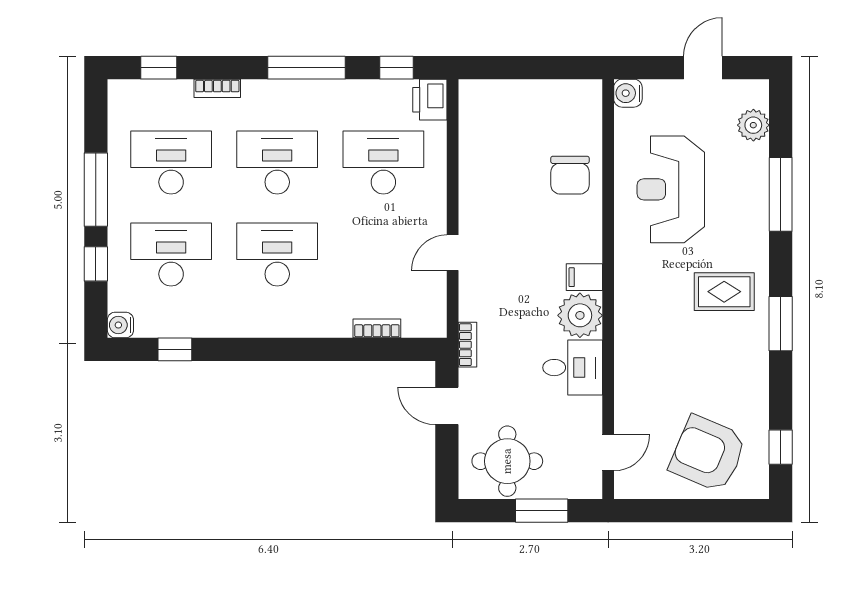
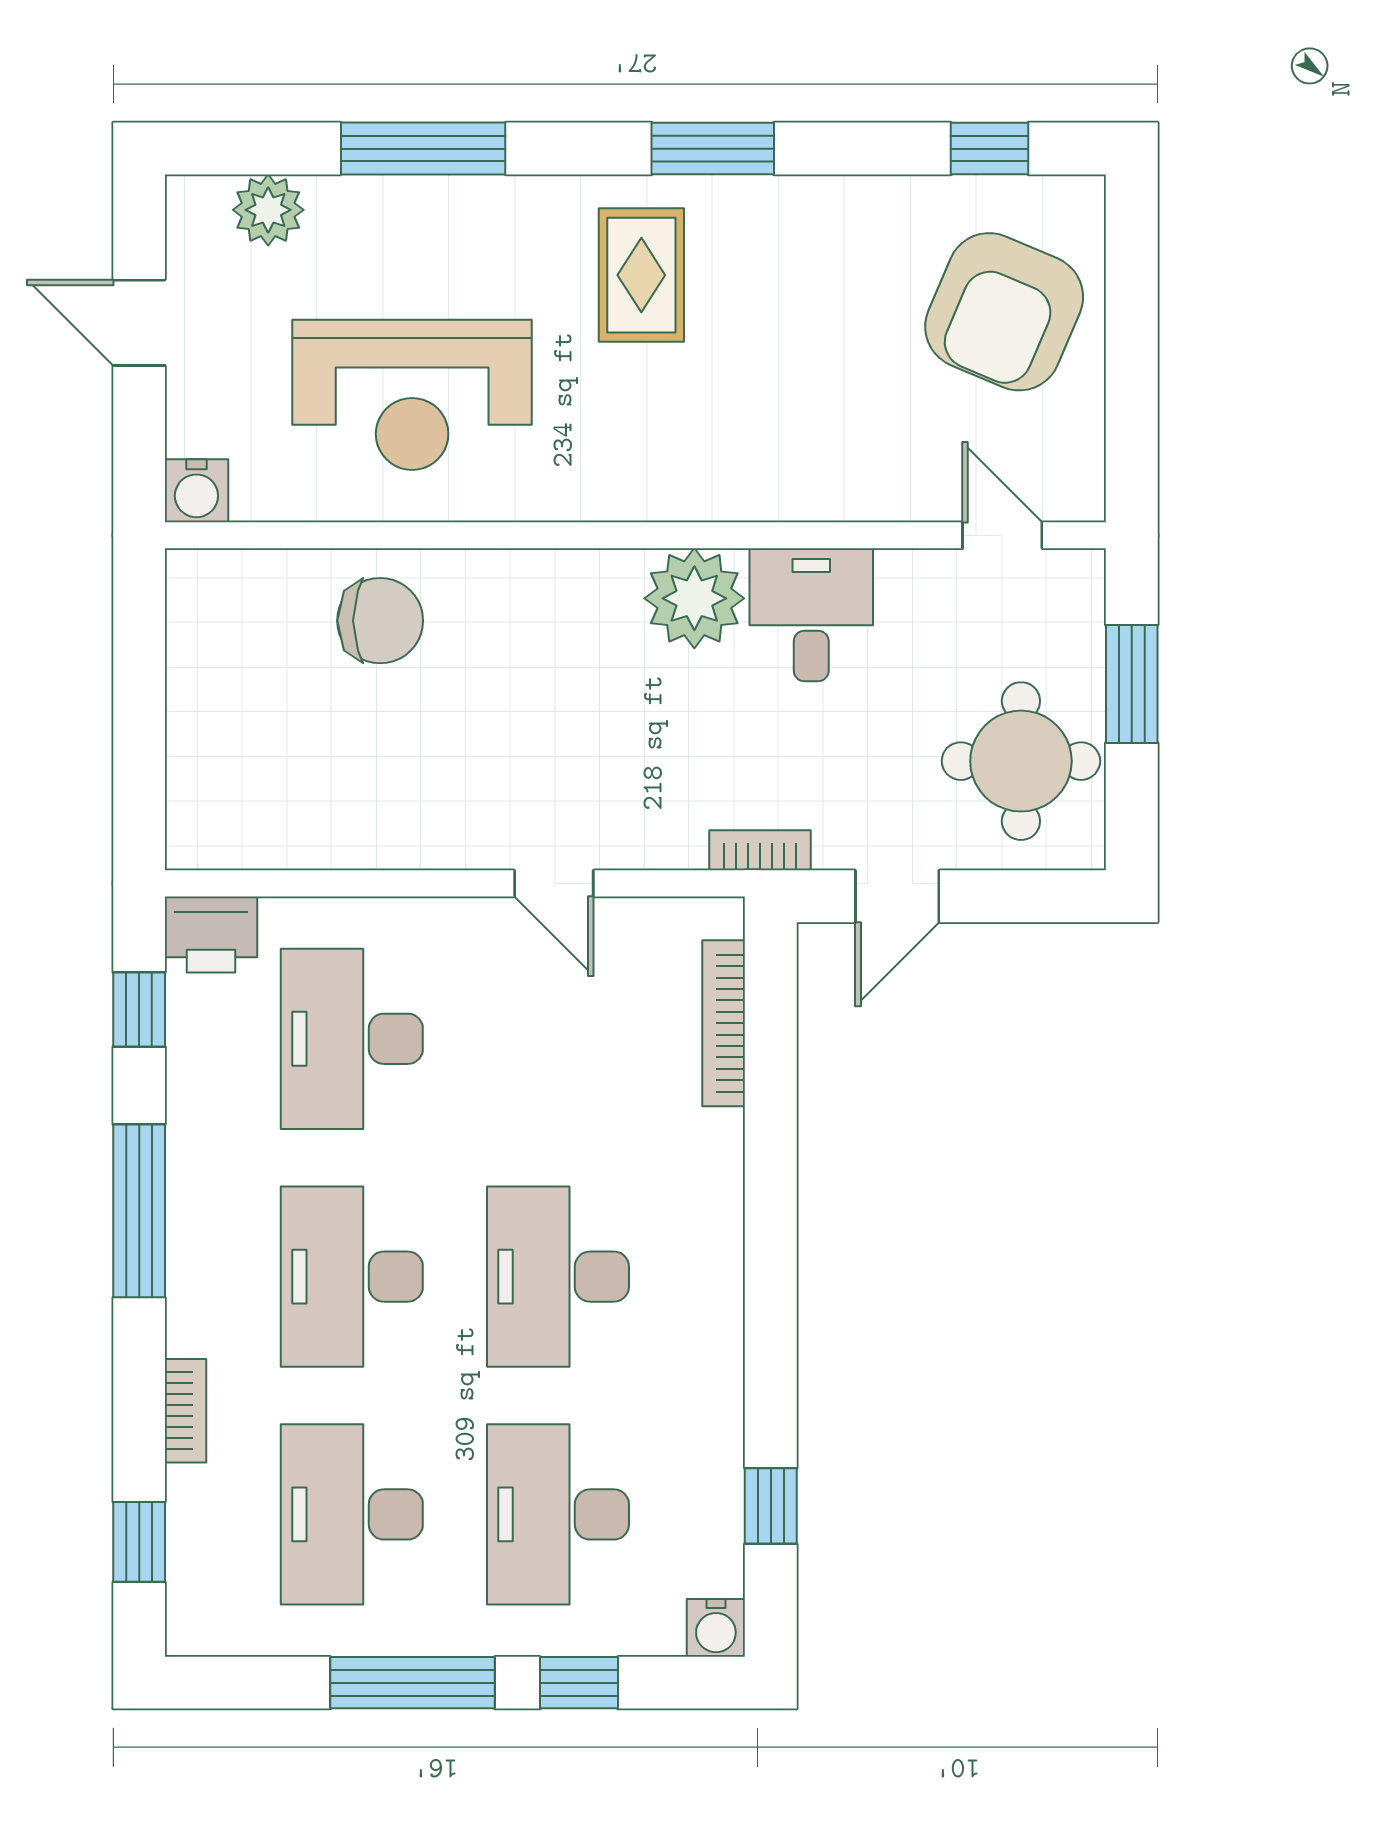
filing cabinet: (584, 277) -> (609, 589), removed
bookcase: (377, 328) -> (724, 1023), width x1.56

